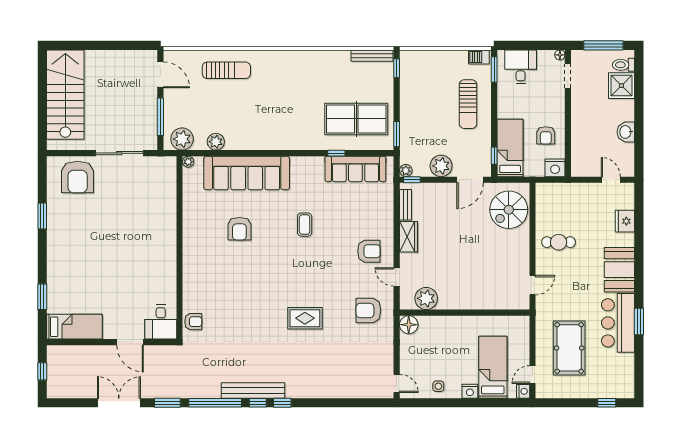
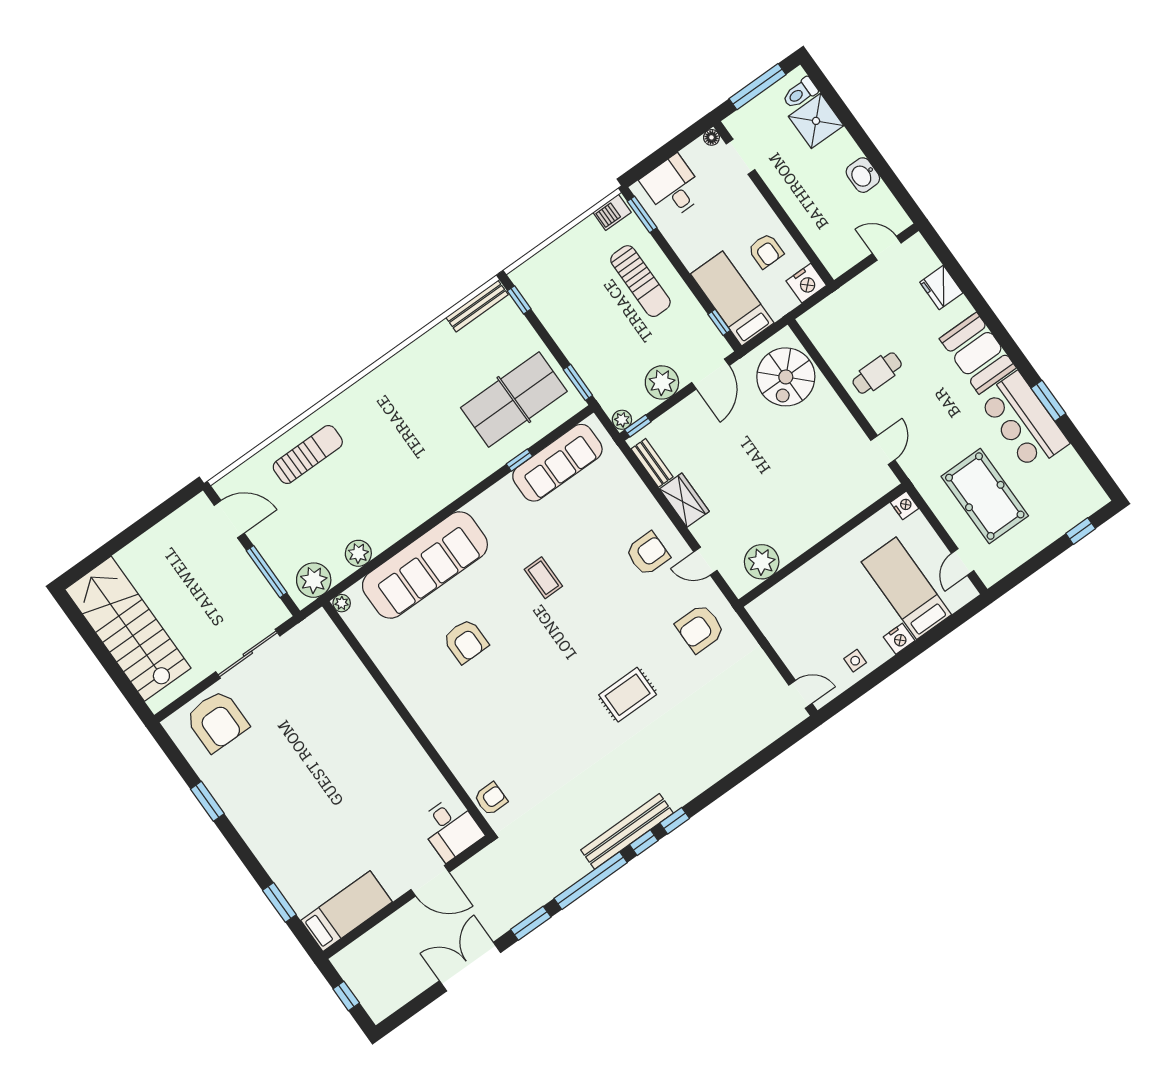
floor lamp: (409, 325) -> (763, 610), removed
nightstand: (523, 391) -> (904, 505), moved

